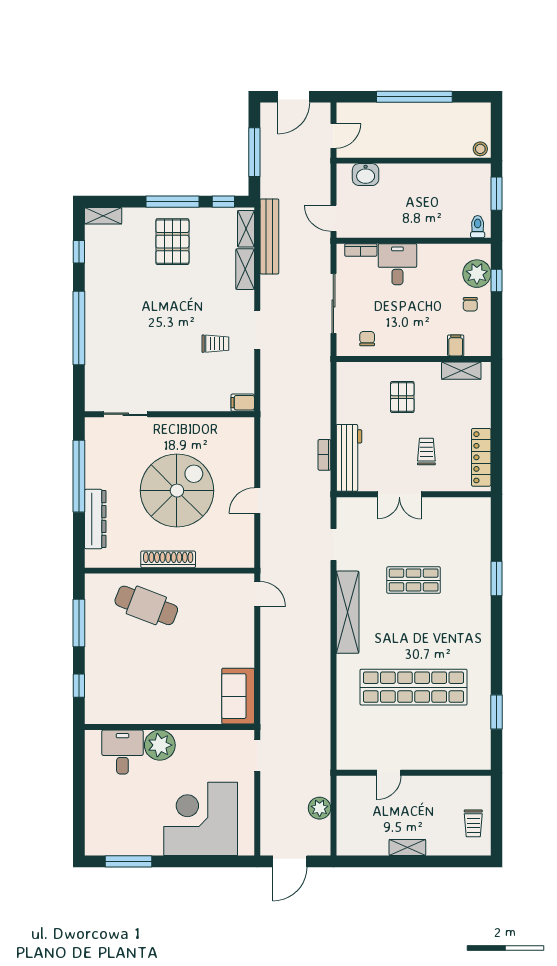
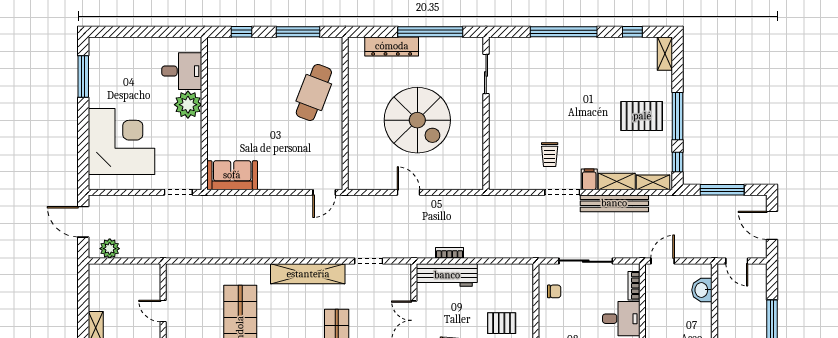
bench: (269, 236) -> (614, 203), moved
filing cabinet: (243, 403) -> (589, 179), moved
shoe rack: (168, 559) -> (355, 112), removed
plant: (320, 808) -> (110, 249), moved

